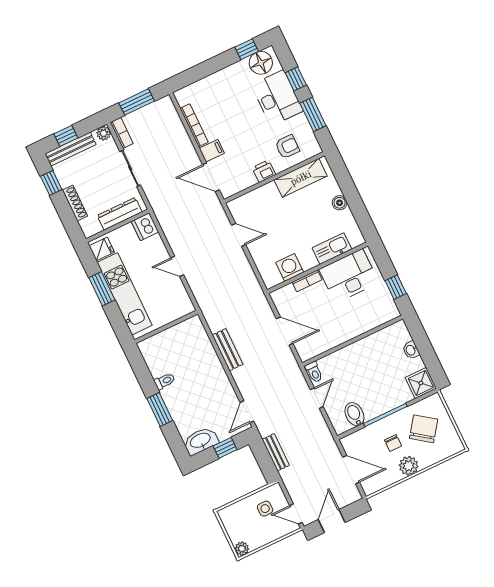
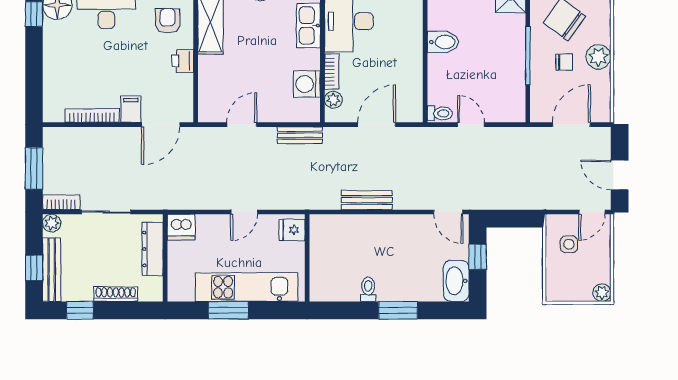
fridge: (102, 249) -> (292, 230), moved, turned -90
plant: (288, 292) -> (333, 100), added
bidet: (354, 414) -> (443, 42), moved, turned 180
bench: (276, 452) -> (300, 135), moved

